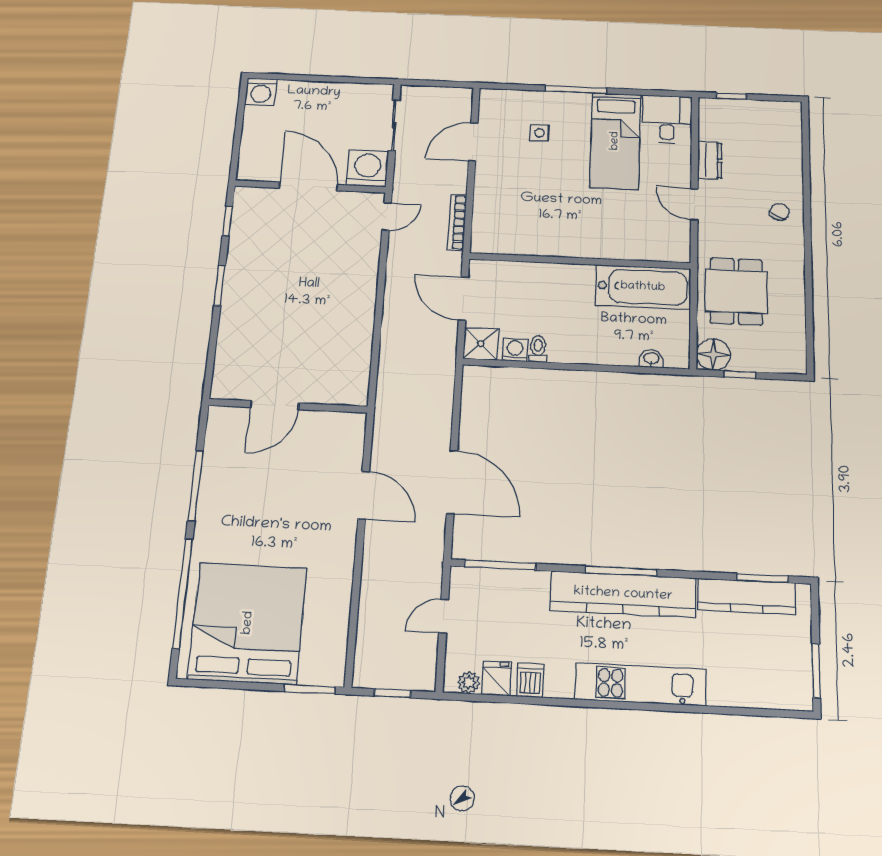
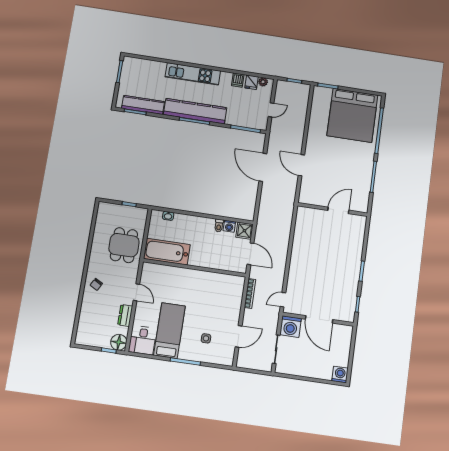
floor lamp: (713, 355) -> (119, 342), moved

